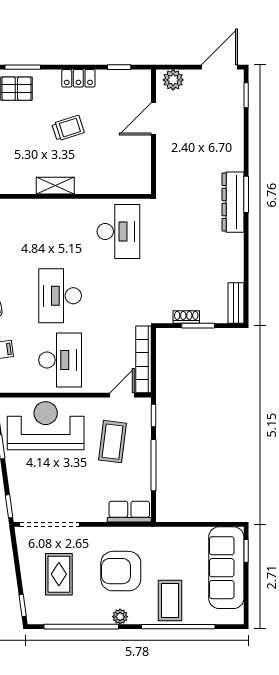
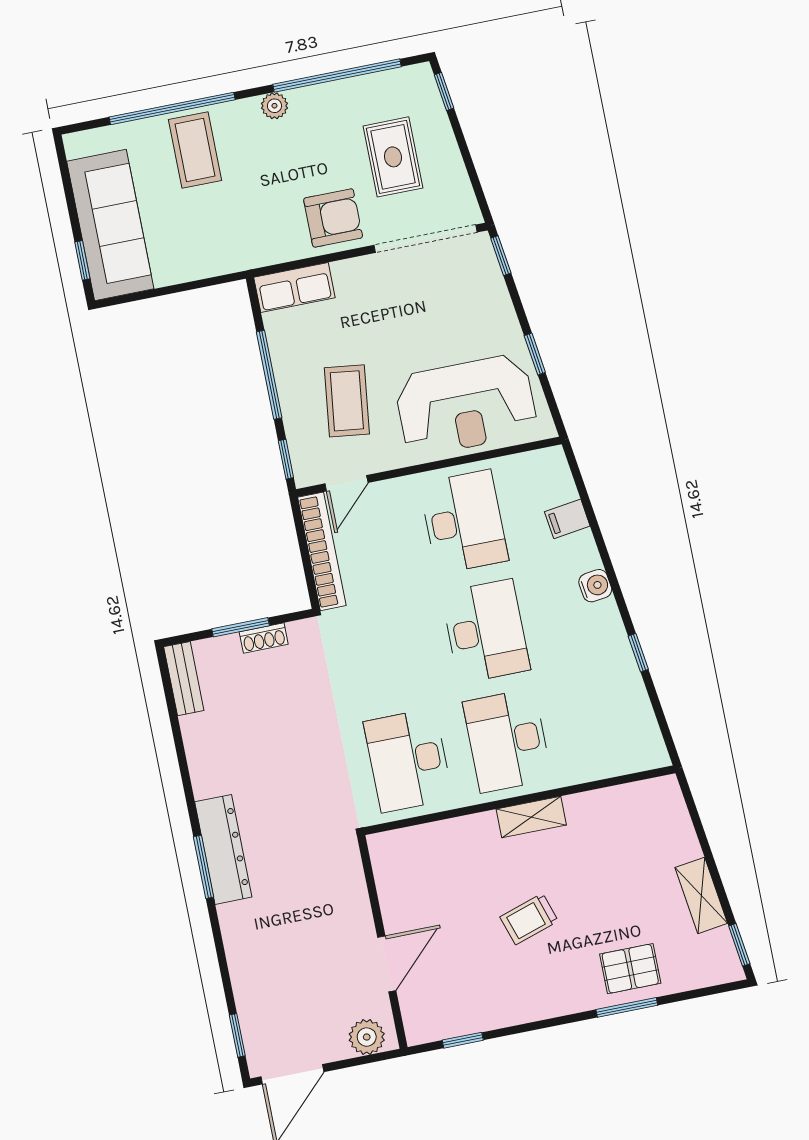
locker: (78, 78) -> (528, 1007), removed
desk: (60, 232) -> (507, 740), added
desk: (60, 360) -> (464, 522), turned 180
armchair: (121, 571) -> (333, 218), moved, width x0.73, depth x0.73

